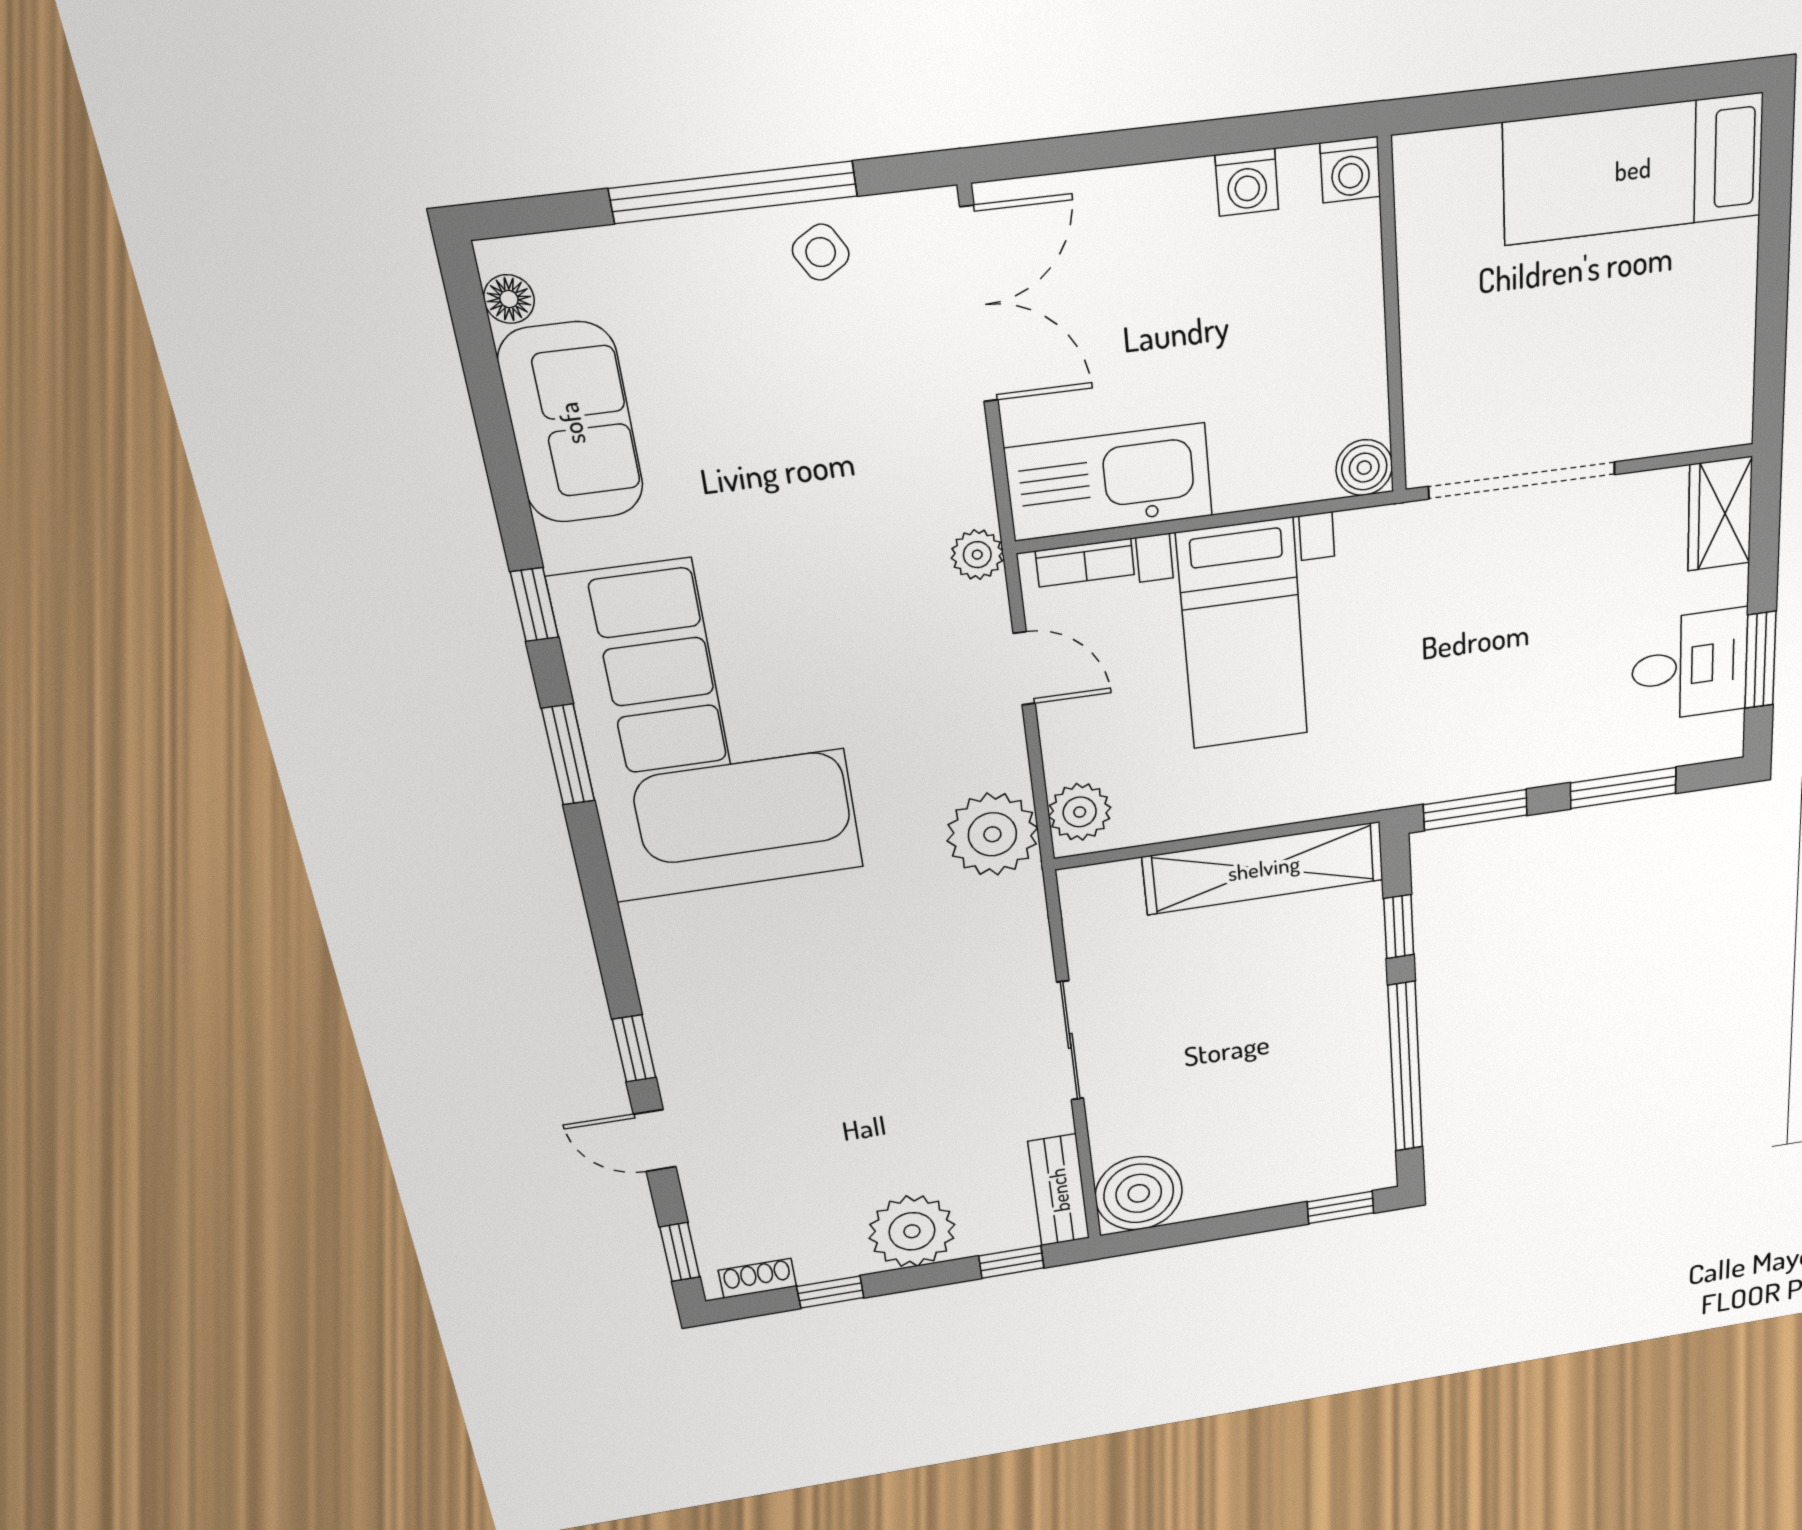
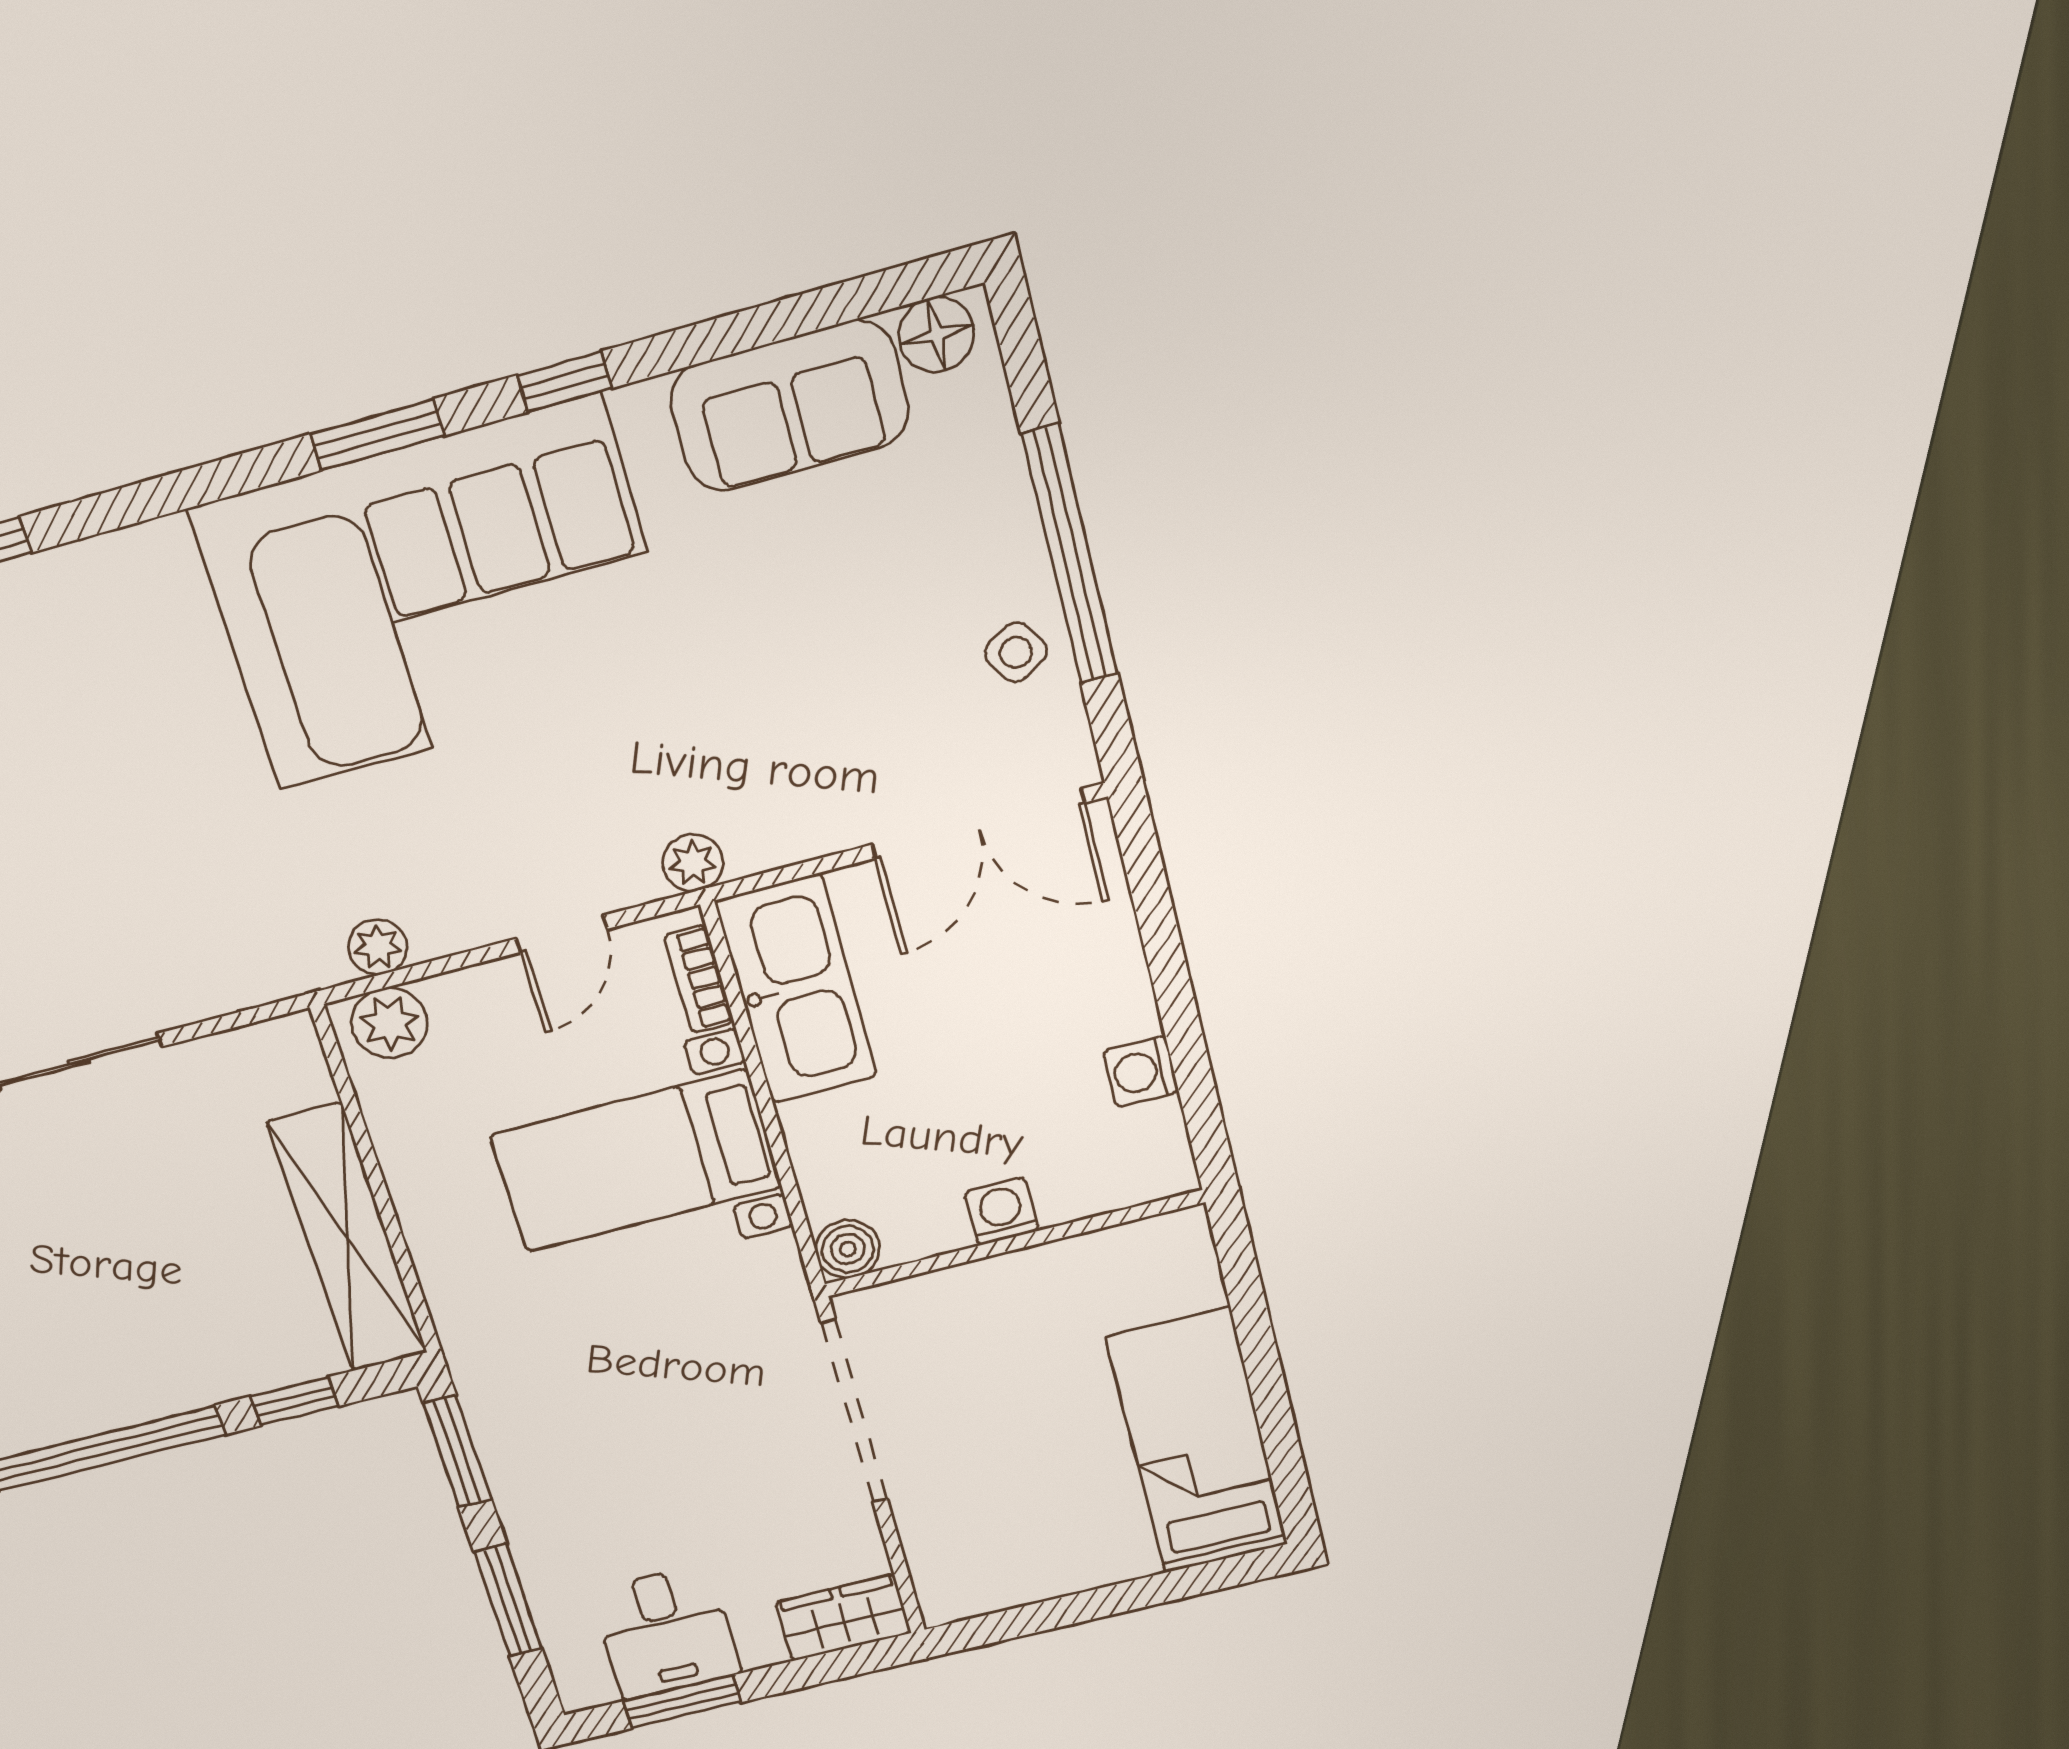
washing machine: (1350, 170) -> (1001, 1211), moved, turned 90
floor lamp: (509, 299) -> (936, 335), width x1.37, depth x1.37
plant: (992, 834) -> (378, 947), width x0.53, depth x0.53

